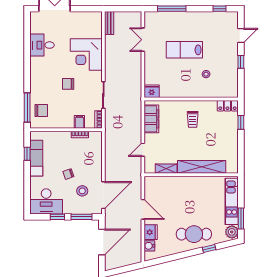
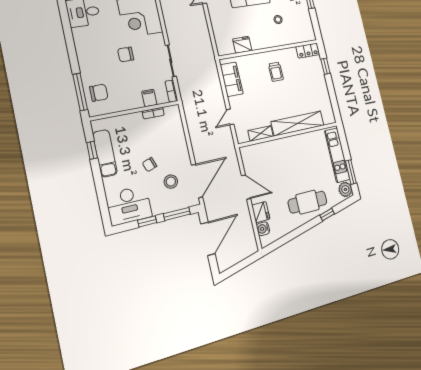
fridge: (152, 91) -> (242, 45), moved

